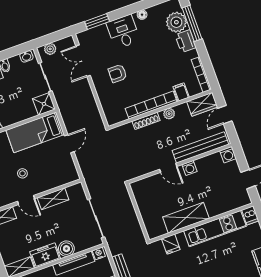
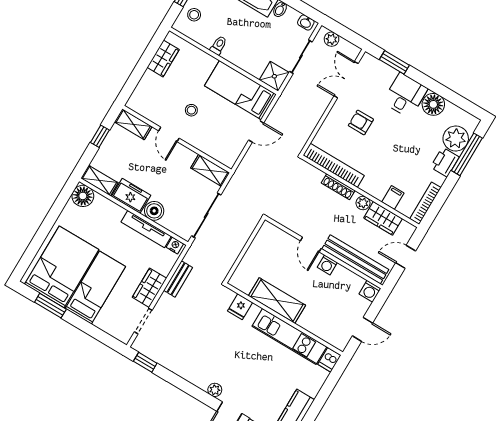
floor lamp: (142, 15) -> (433, 104), width x1.89, depth x1.89
wardrobe: (202, 104) -> (383, 218), moved
bookcase: (151, 105) -> (334, 165), moved
shelving: (53, 199) -> (210, 170), moved

